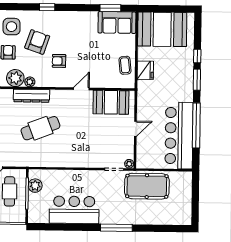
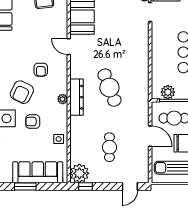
armchair: (37, 42) -> (22, 92), turned -83
plant: (15, 78) -> (59, 114), removed

